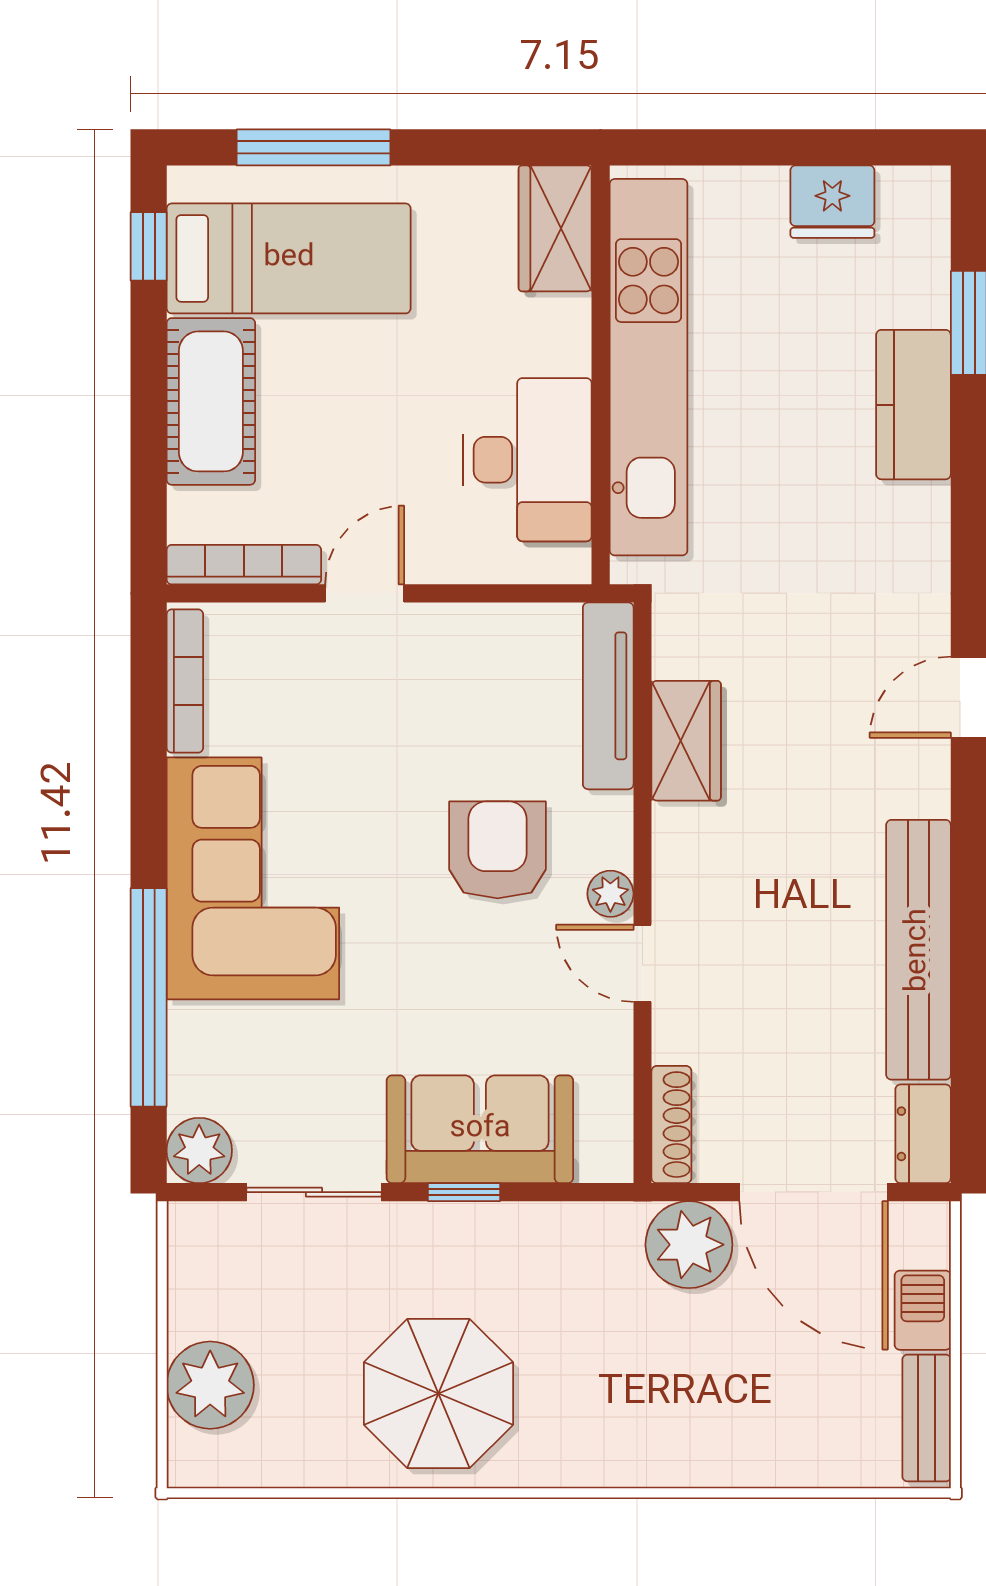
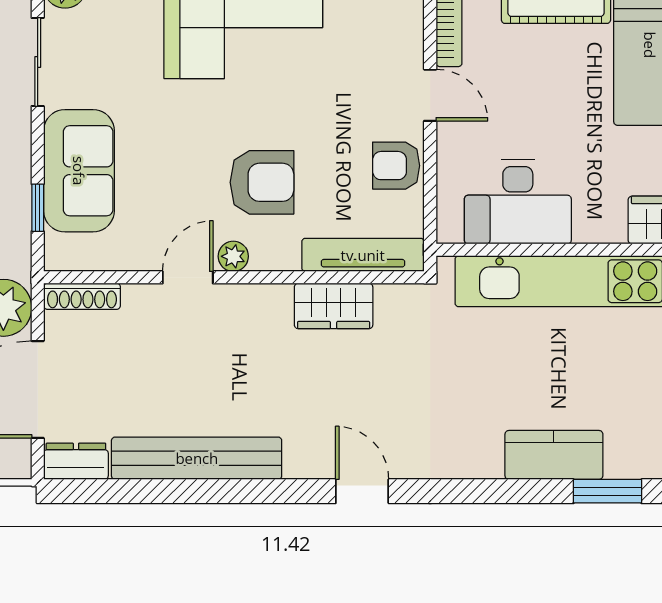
armchair: (472, 645) -> (396, 166), added
window: (464, 1192) -> (38, 208), moved

